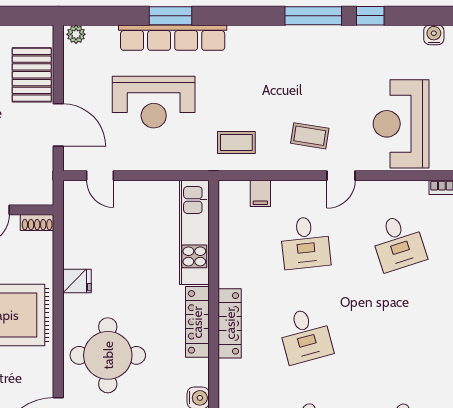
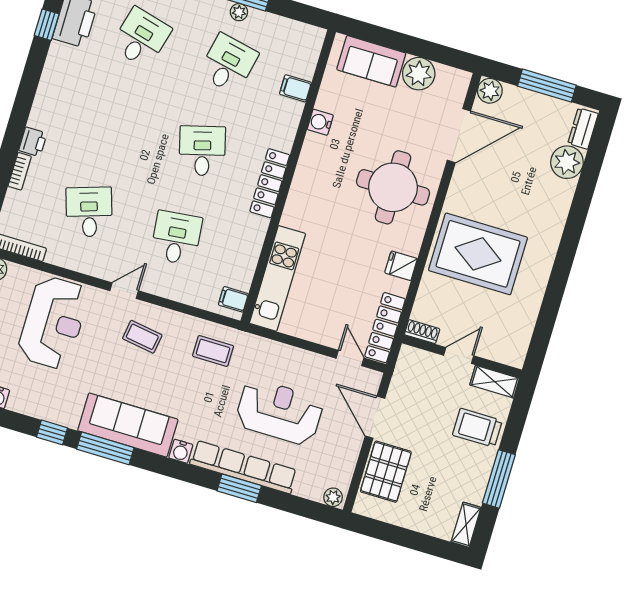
water cooler: (239, 35) -> (181, 451), added
sofa: (298, 45) -> (128, 425), added
filing cabinet: (260, 193) -> (233, 299), moved, turned -90
locker: (197, 322) -> (385, 328), moved, turned 180

